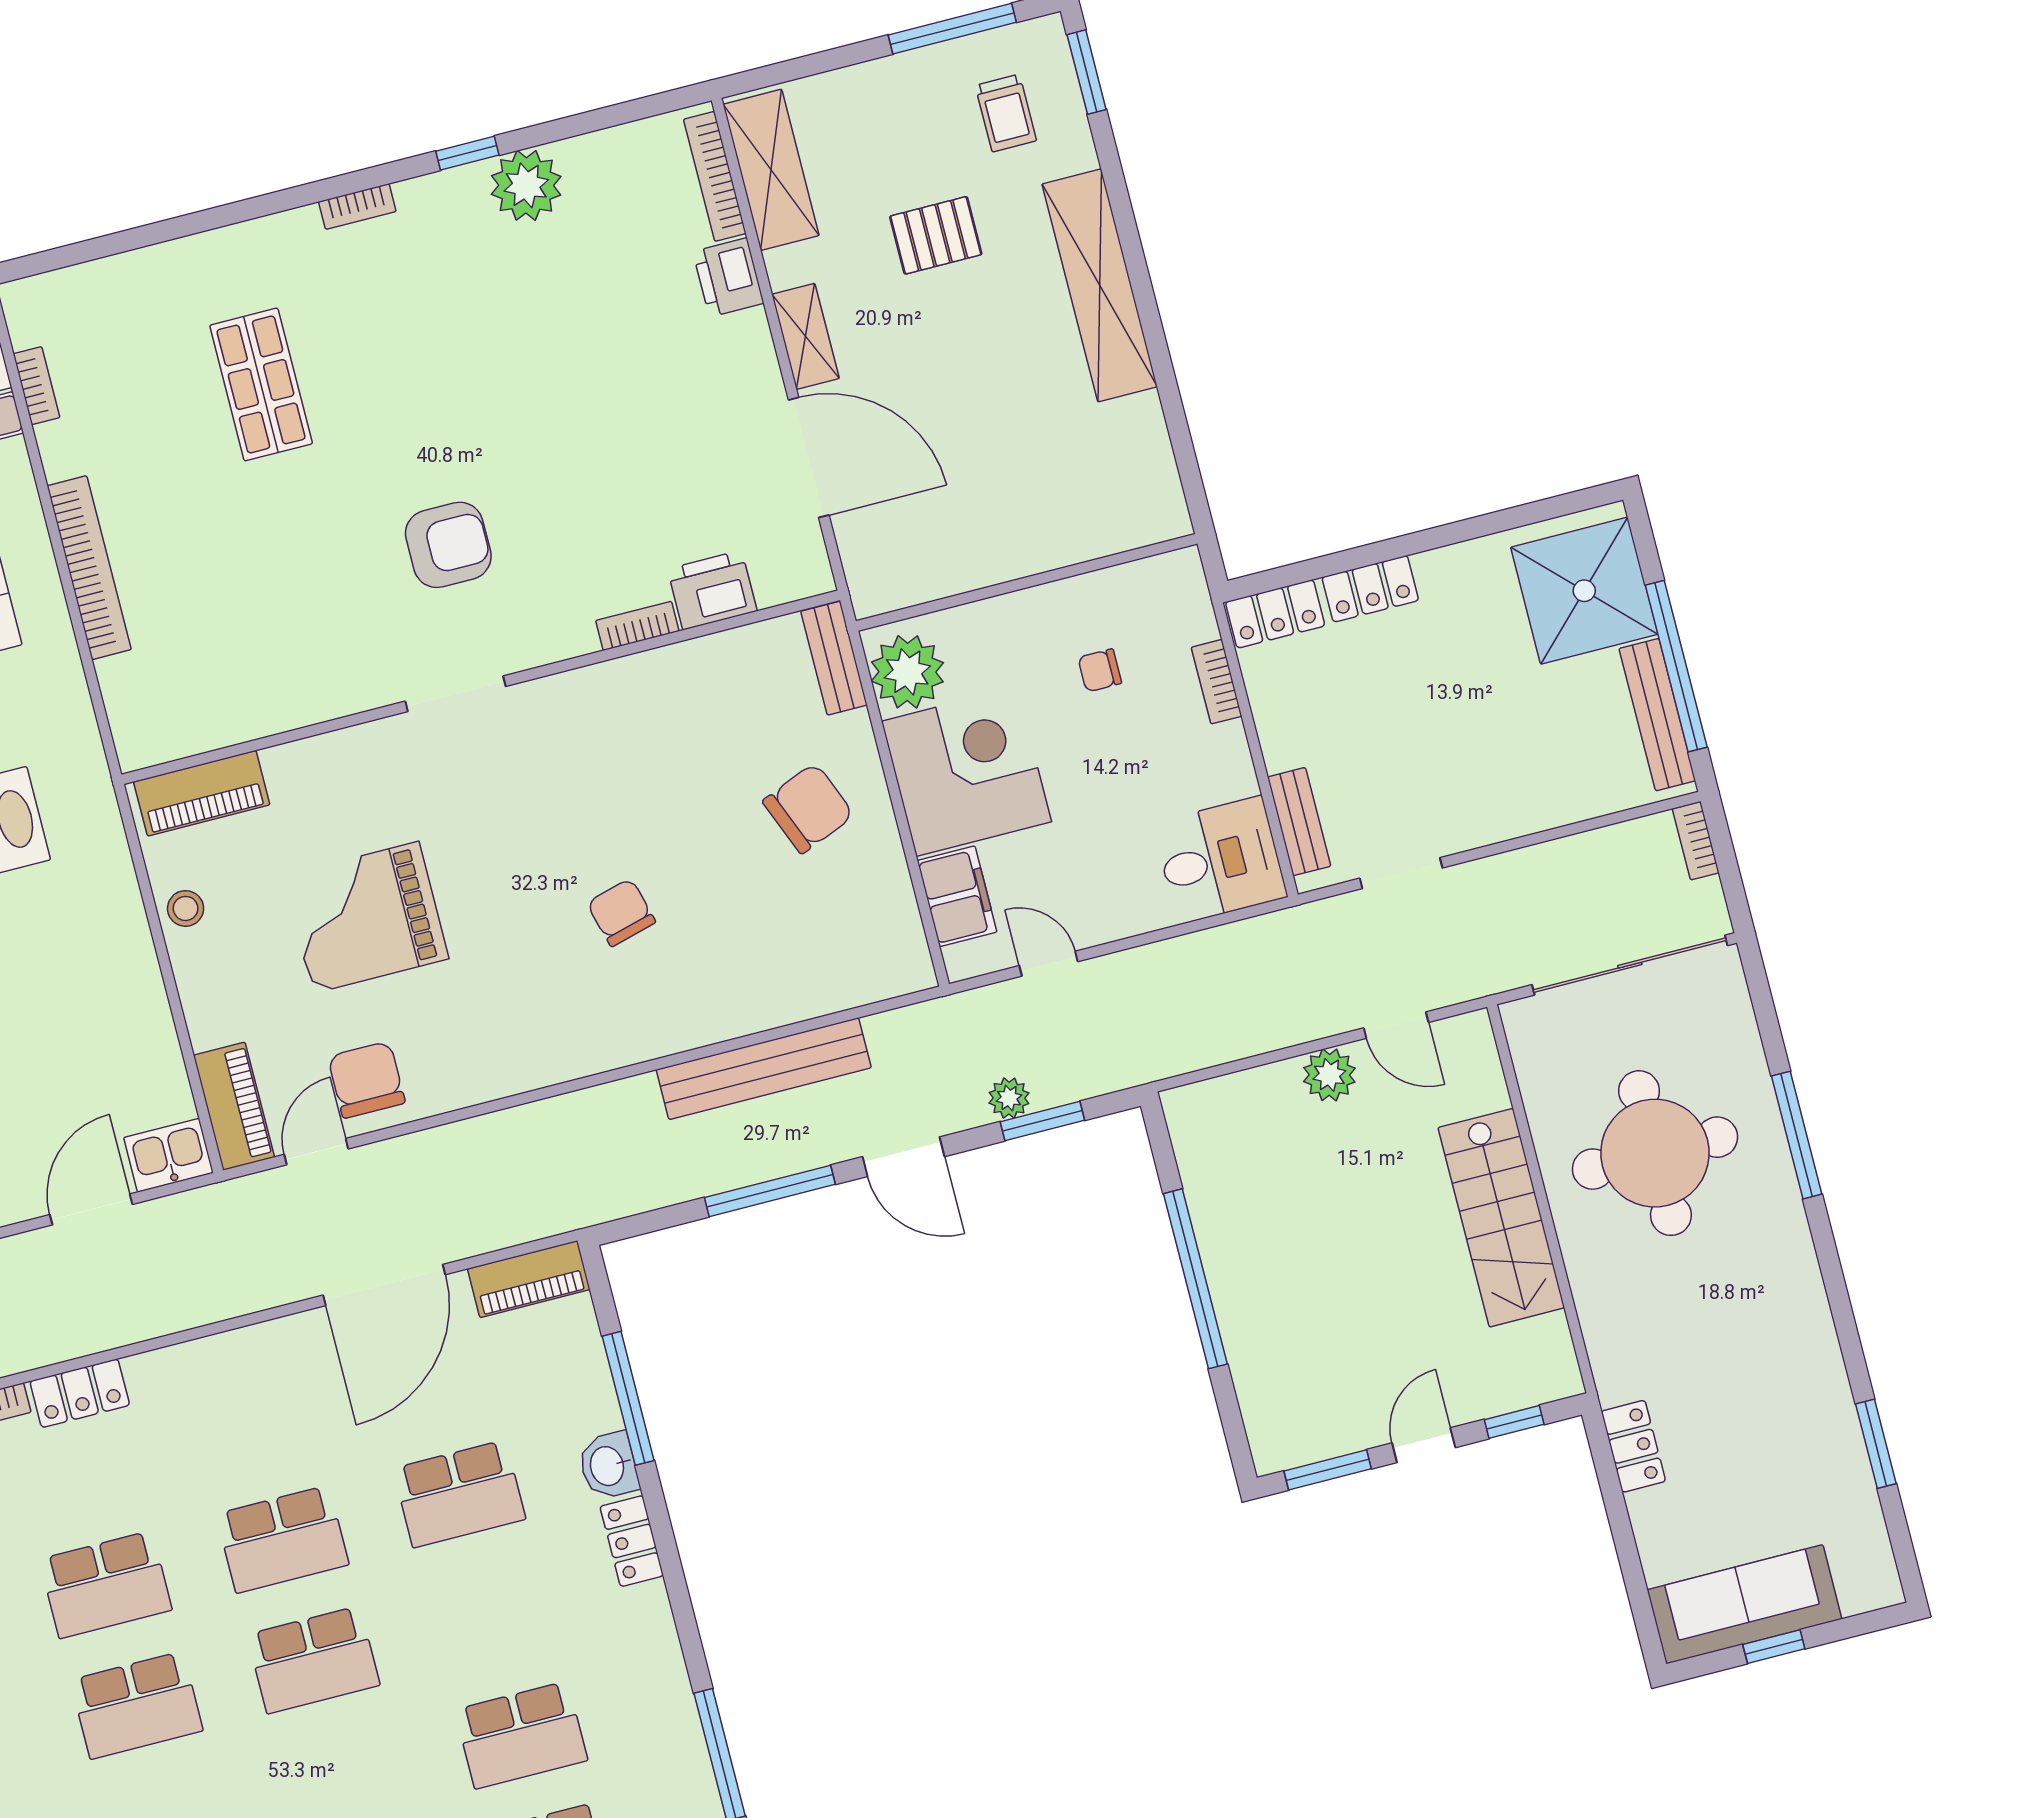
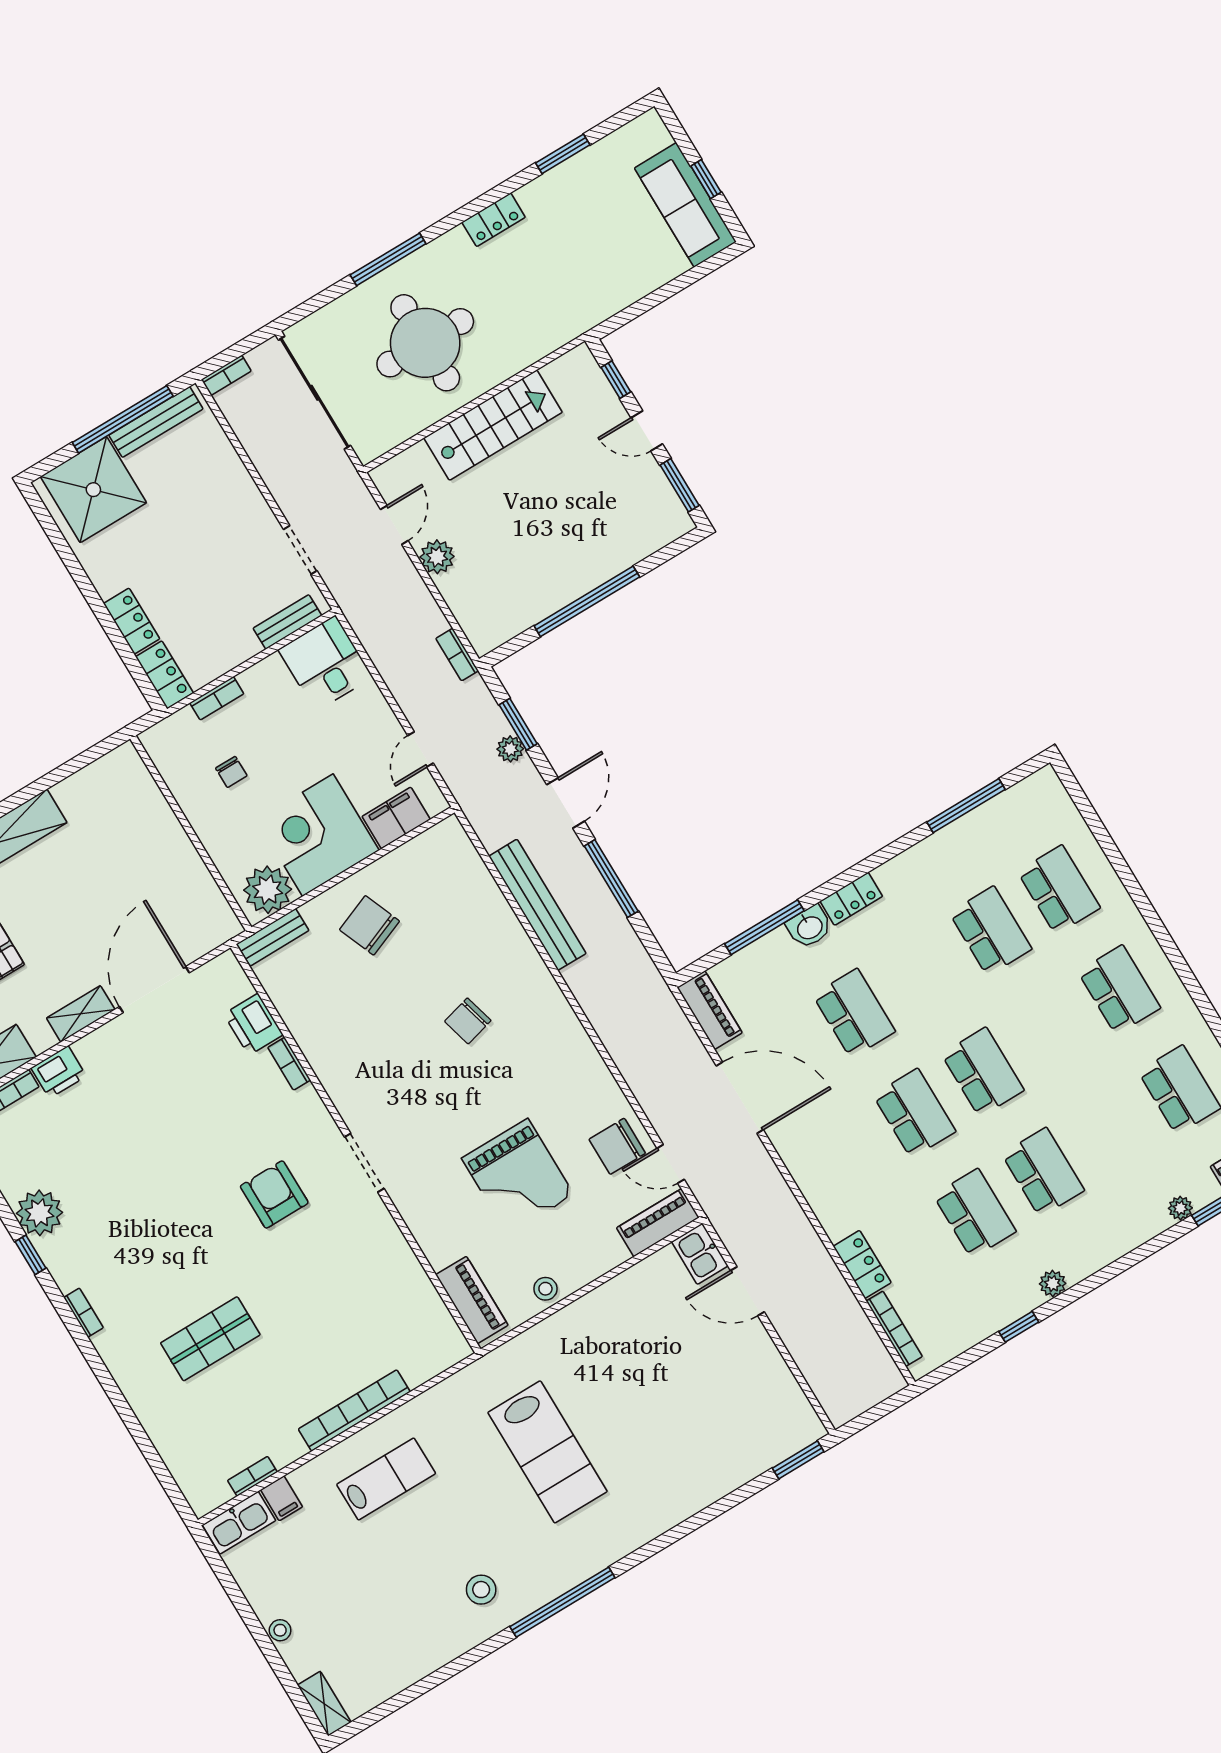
bookcase: (1174, 1061) -> (457, 655), added
locker: (1633, 1446) -> (494, 220), moved, turned 180

